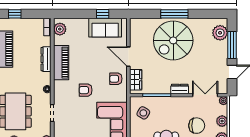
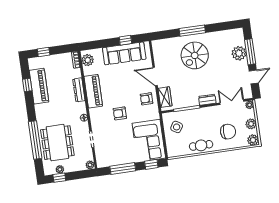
sofa: (105, 28) -> (124, 53), width x1.36
plant: (220, 33) -> (239, 53), moved
spiral stairs: (173, 40) -> (195, 55), width x0.73, depth x0.73

